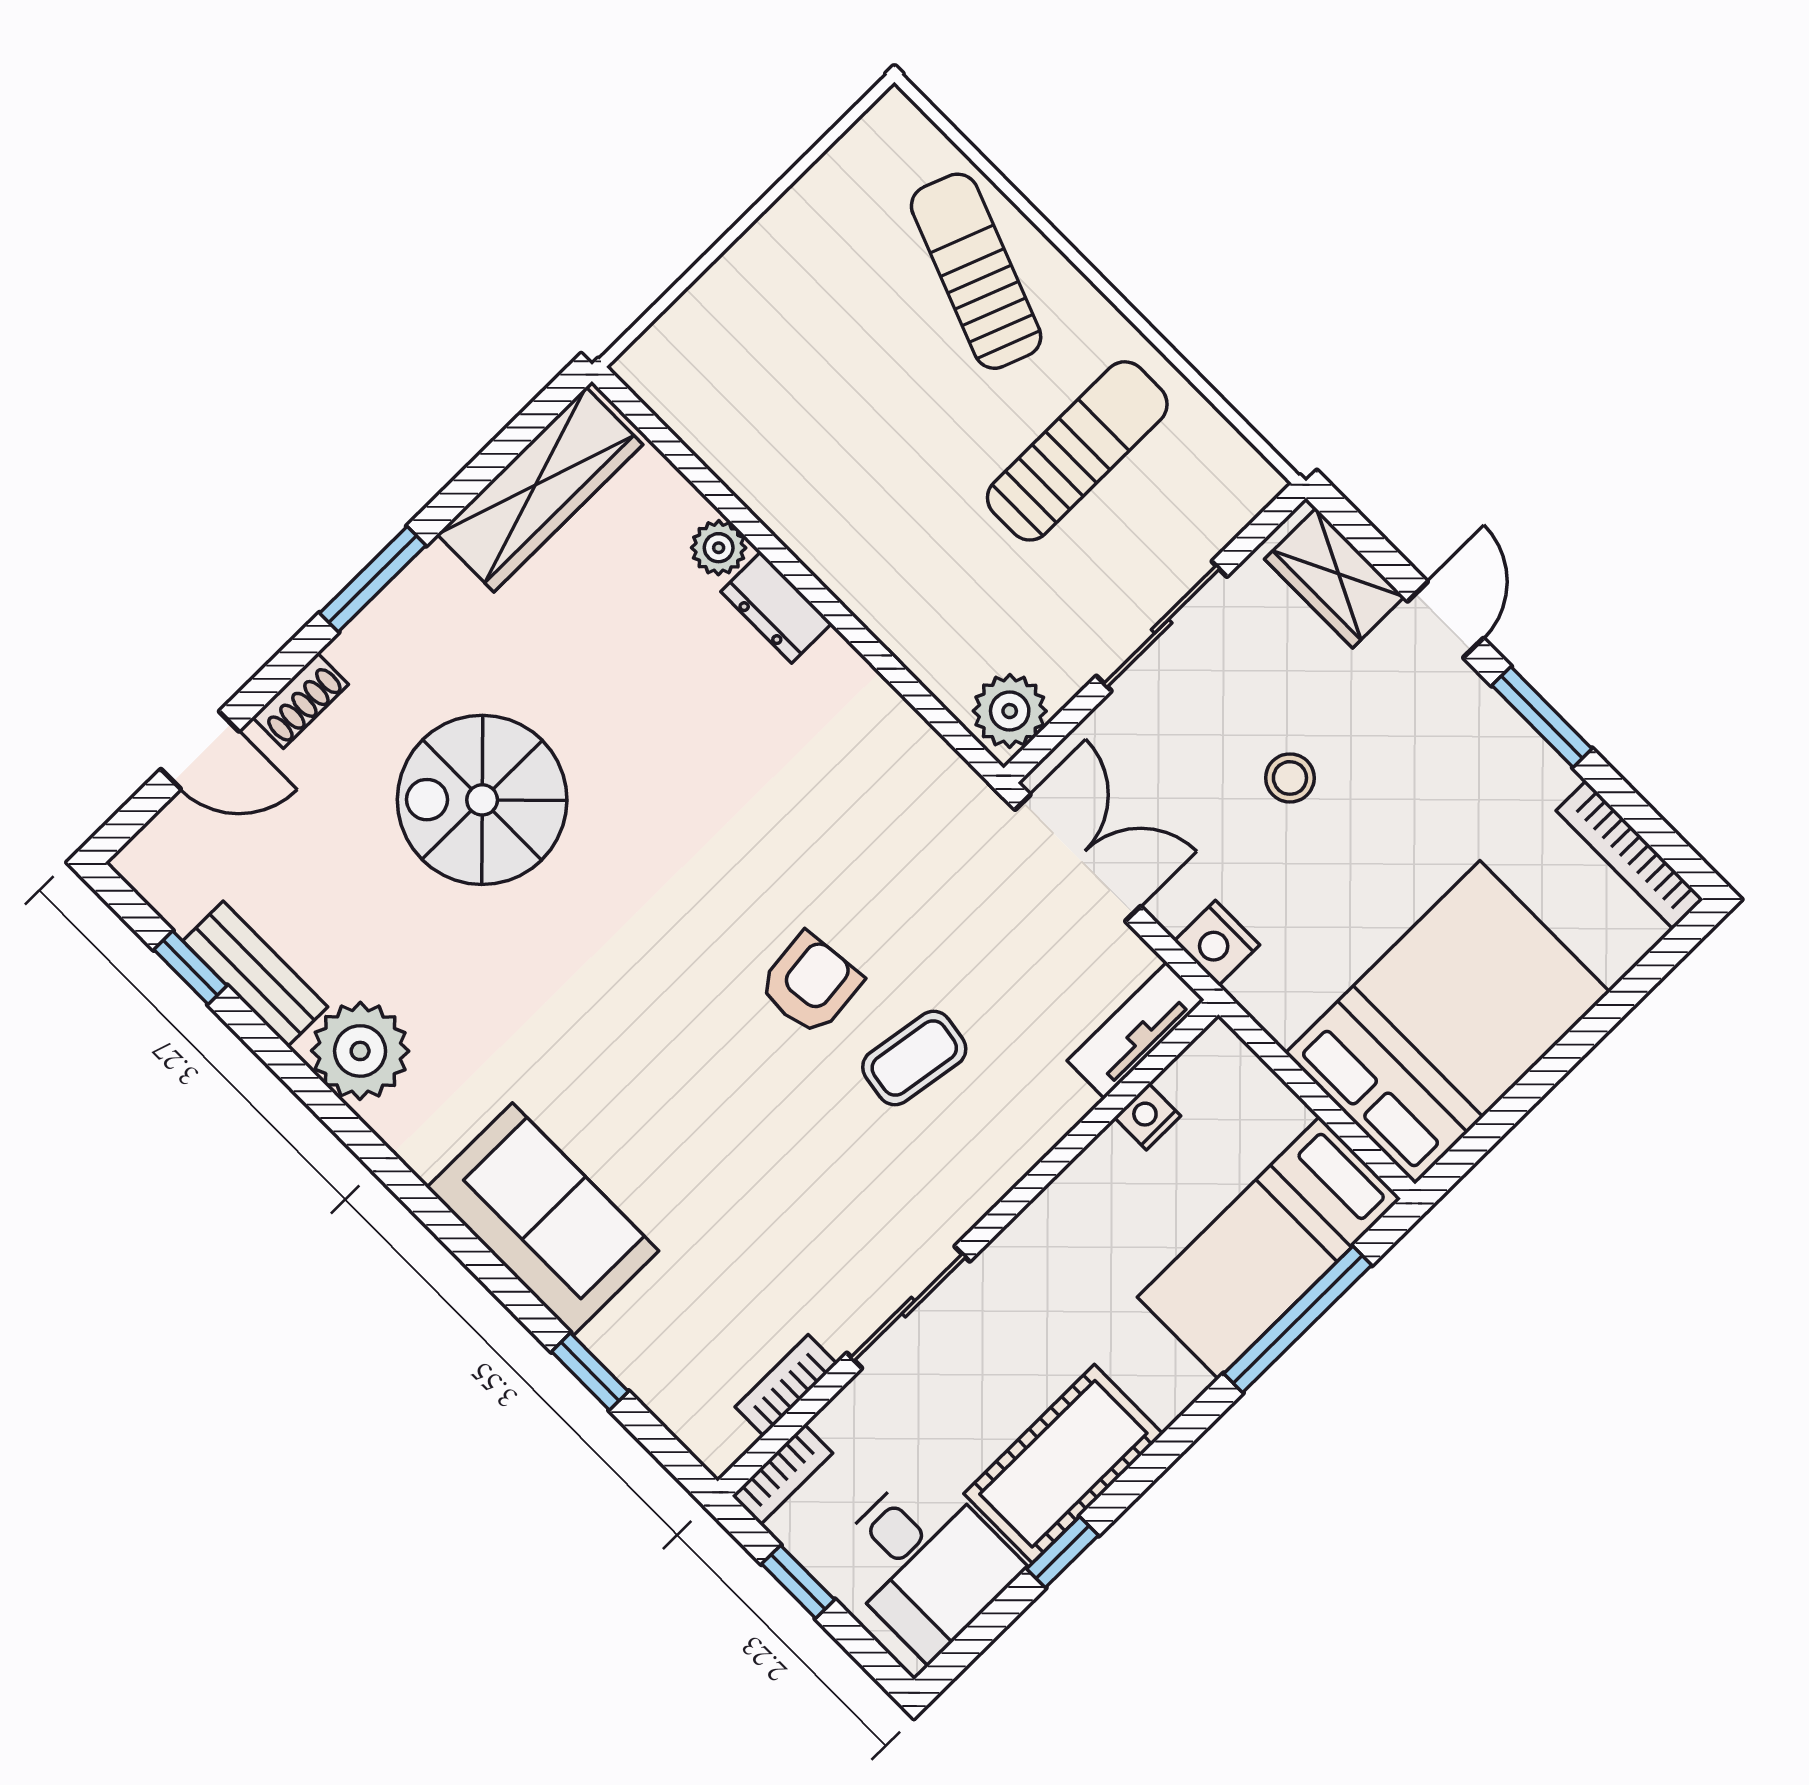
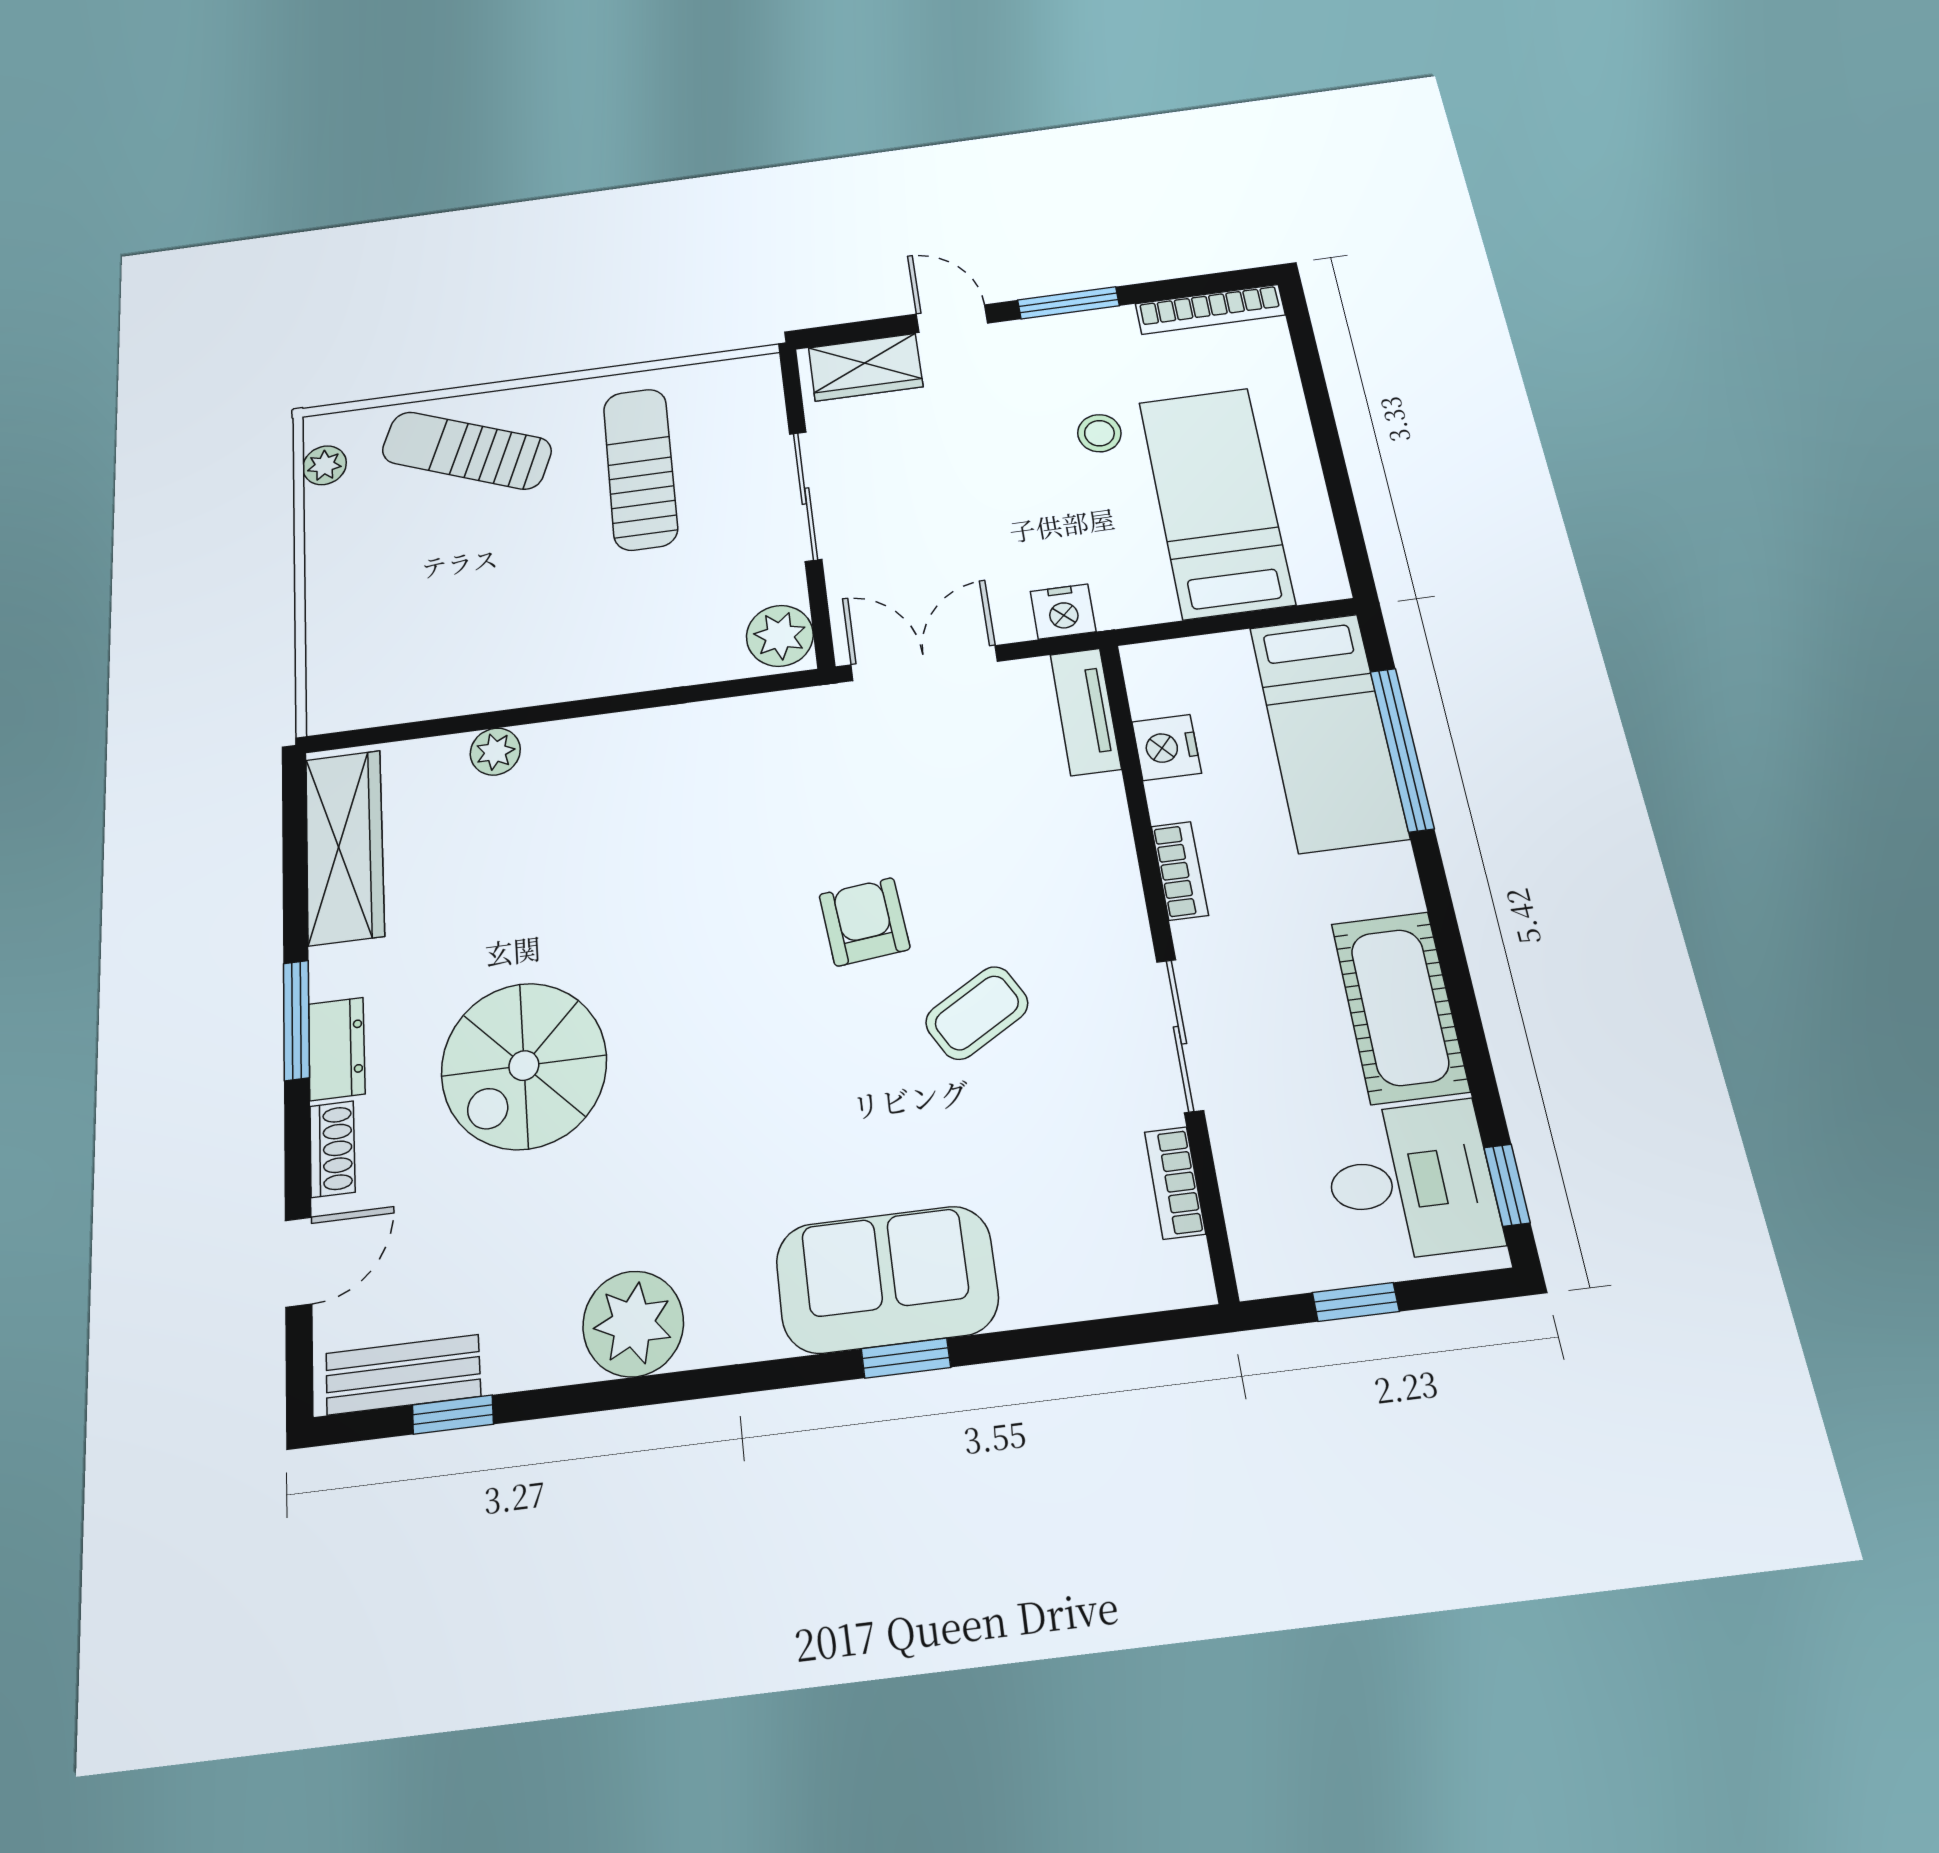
plant: (863, 149) -> (325, 465), added
dresser: (776, 608) -> (337, 1049), moved, turned -90
stool: (1290, 778) -> (1099, 433), moved
bench: (255, 974) -> (403, 1375), moved
bed: (1447, 1022) -> (1216, 502), width x0.67
coffee table: (914, 1058) -> (977, 1013), moved, turned 51
nightstand: (1148, 1117) -> (1167, 747), width x1.39, depth x1.35
window: (590, 1371) -> (906, 1358), moved
bookcase: (782, 1475) -> (1180, 871), moved
window: (1063, 1552) -> (1507, 1185), moved

